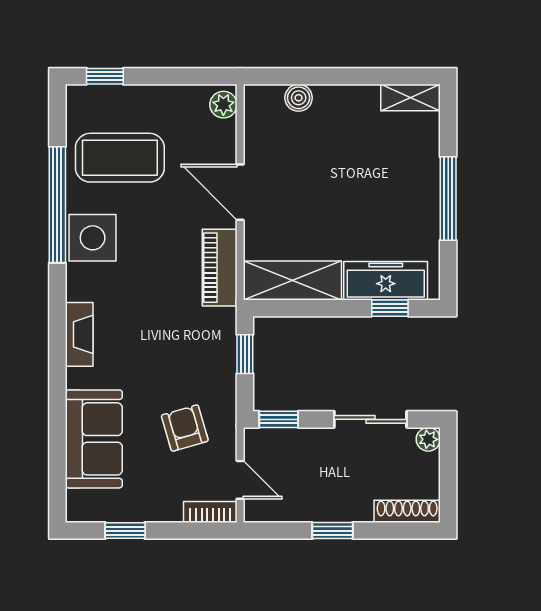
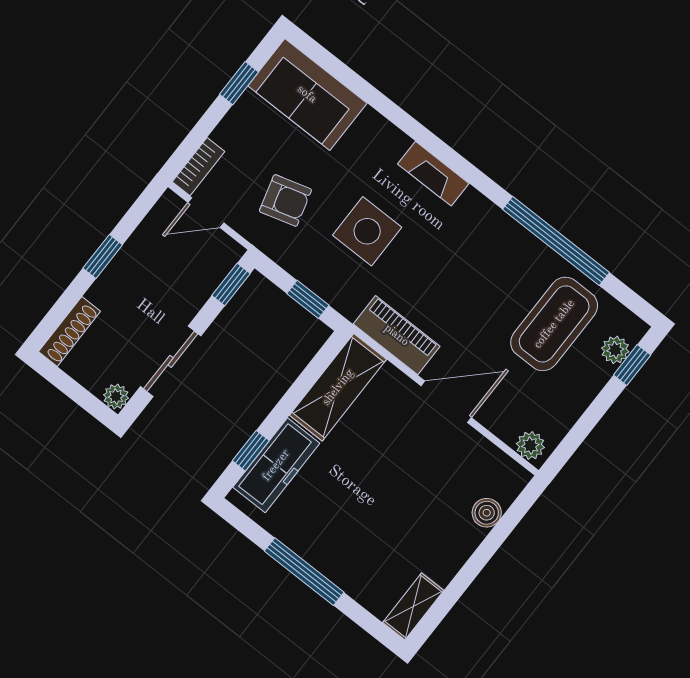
plant: (103, 97) -> (615, 350), added
side table: (93, 238) -> (367, 231), moved
sofa: (94, 439) -> (307, 94), moved

